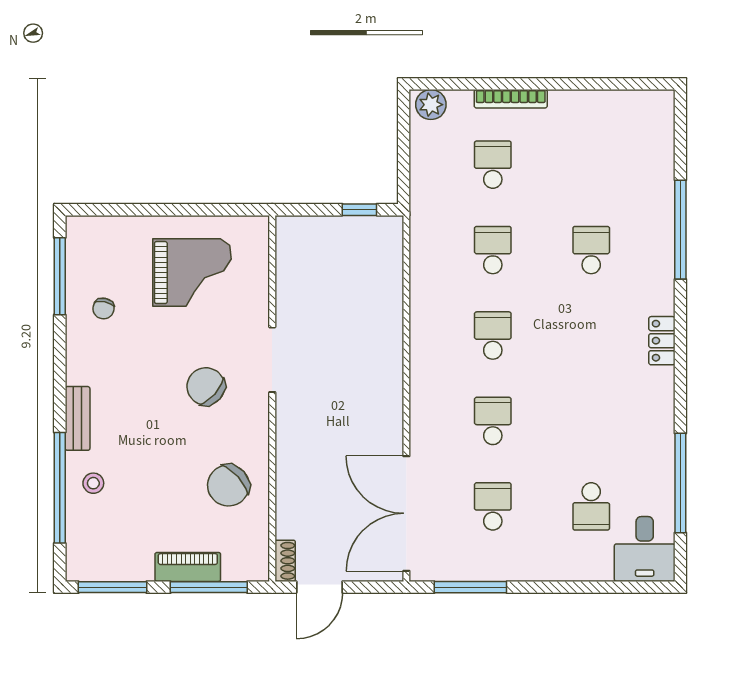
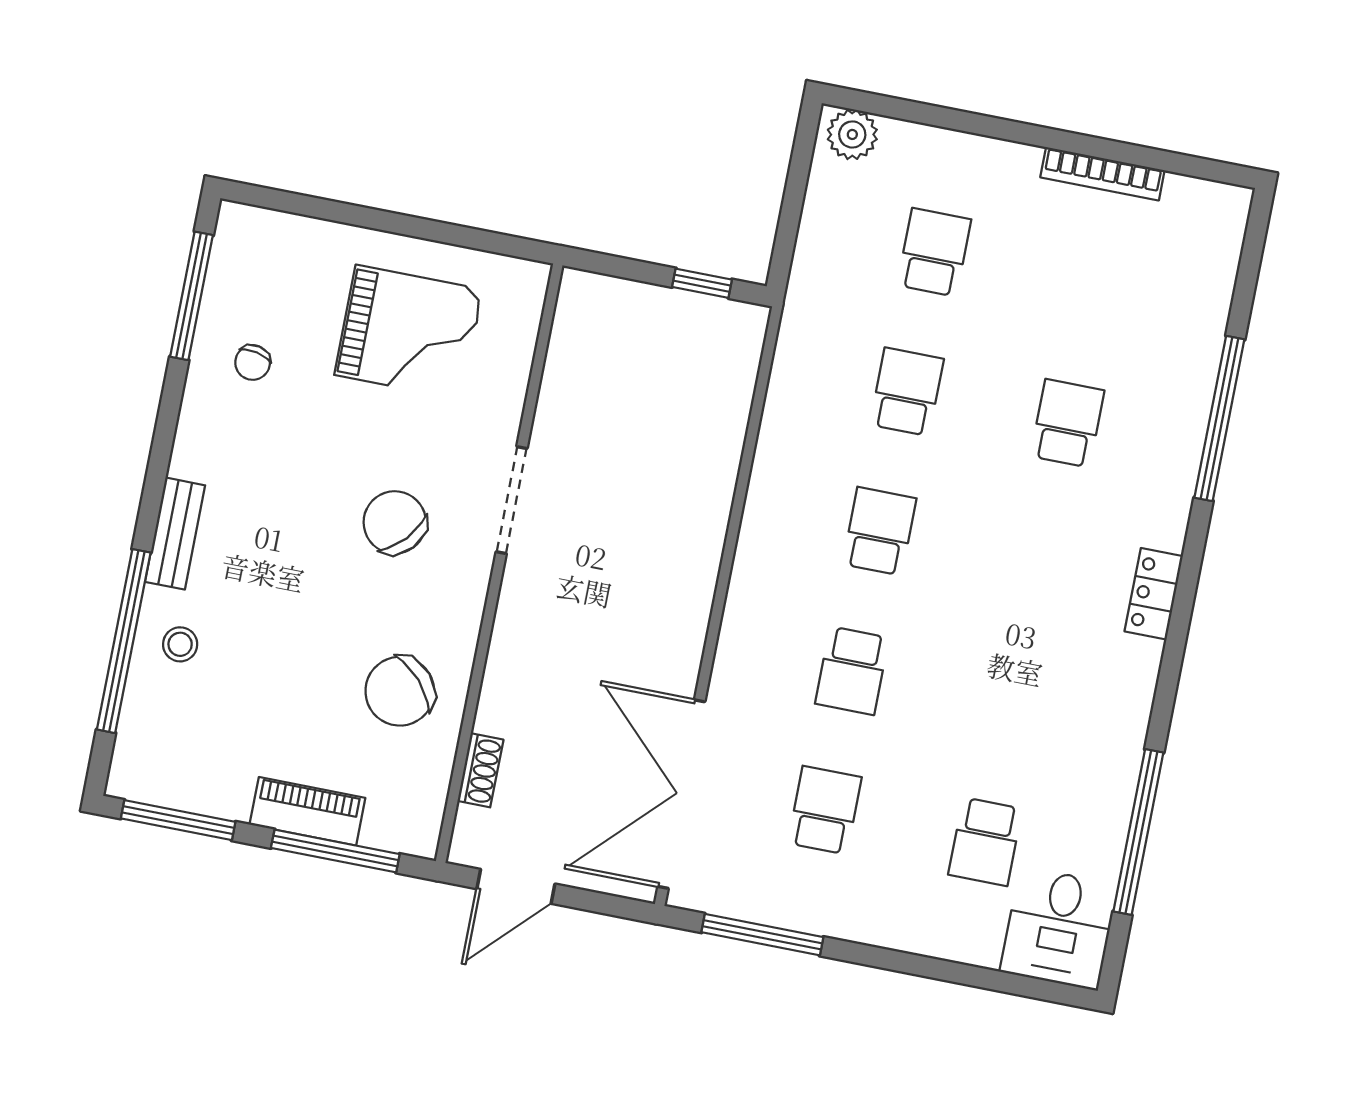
bookcase: (511, 99) -> (1102, 174), moved
school desk: (493, 421) -> (852, 671), turned 180
shoe rack: (285, 561) -> (480, 770), moved

